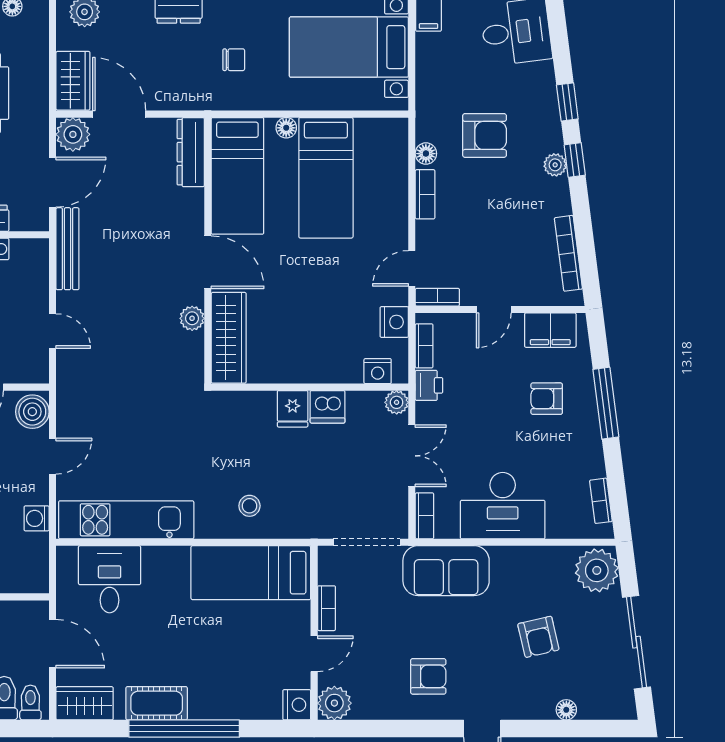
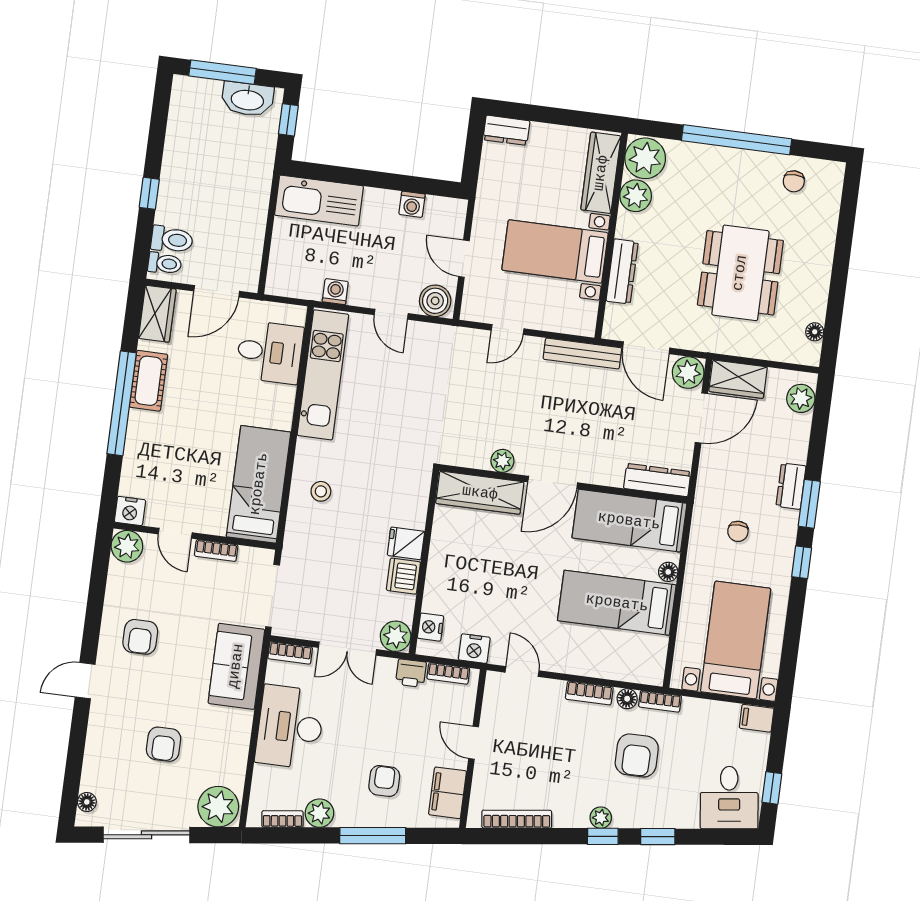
bookcase: (437, 297) -> (660, 701), moved, turned 90
plant: (397, 402) -> (396, 636), width x1.38, depth x1.38
plant: (590, 463) -> (319, 813), added
armchair: (538, 637) -> (164, 744), turned -77
floor lamp: (566, 710) -> (87, 802), moved

